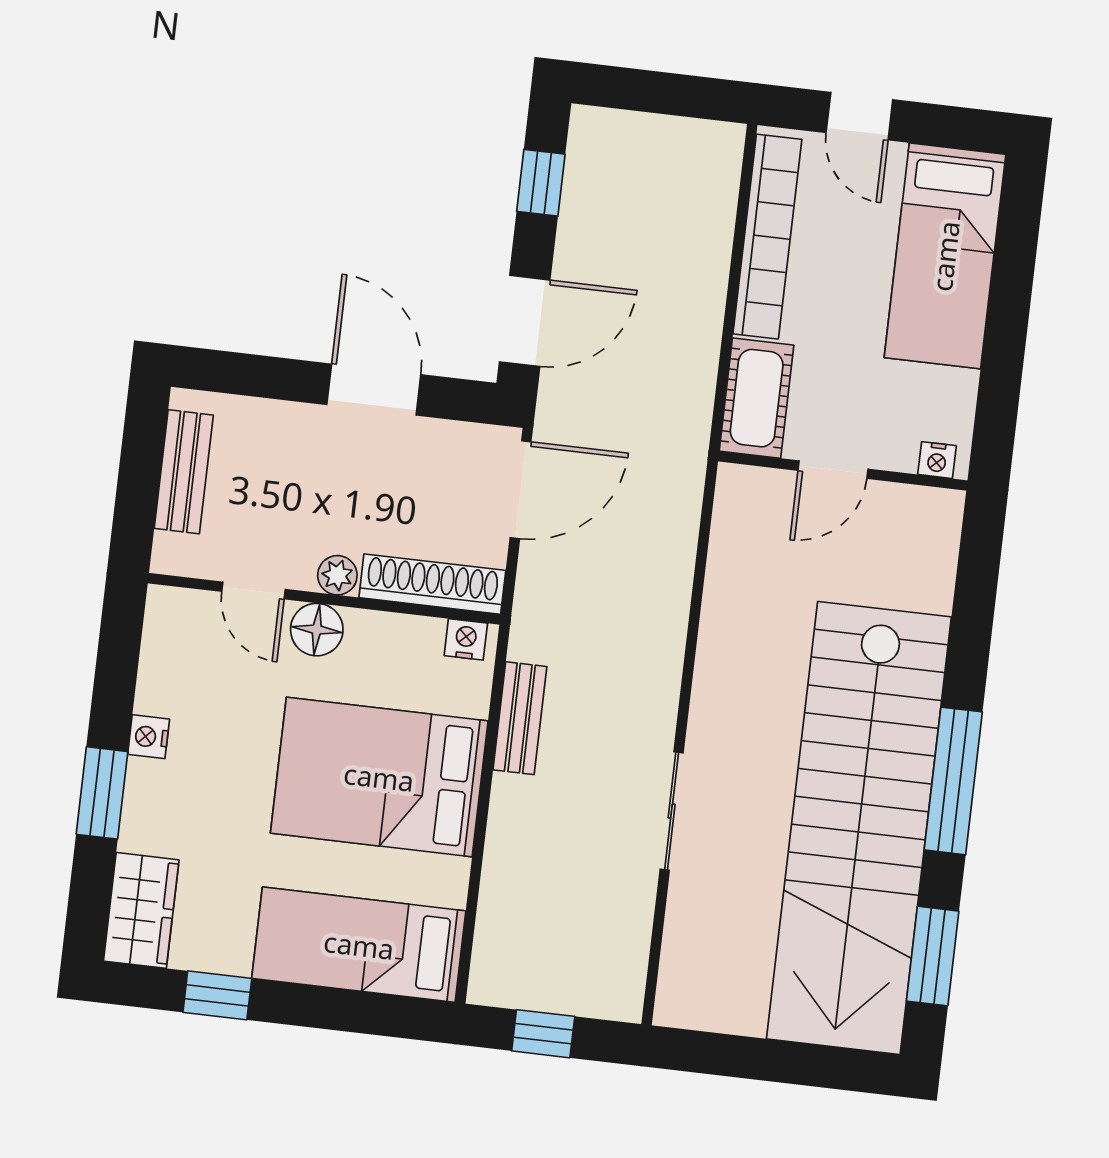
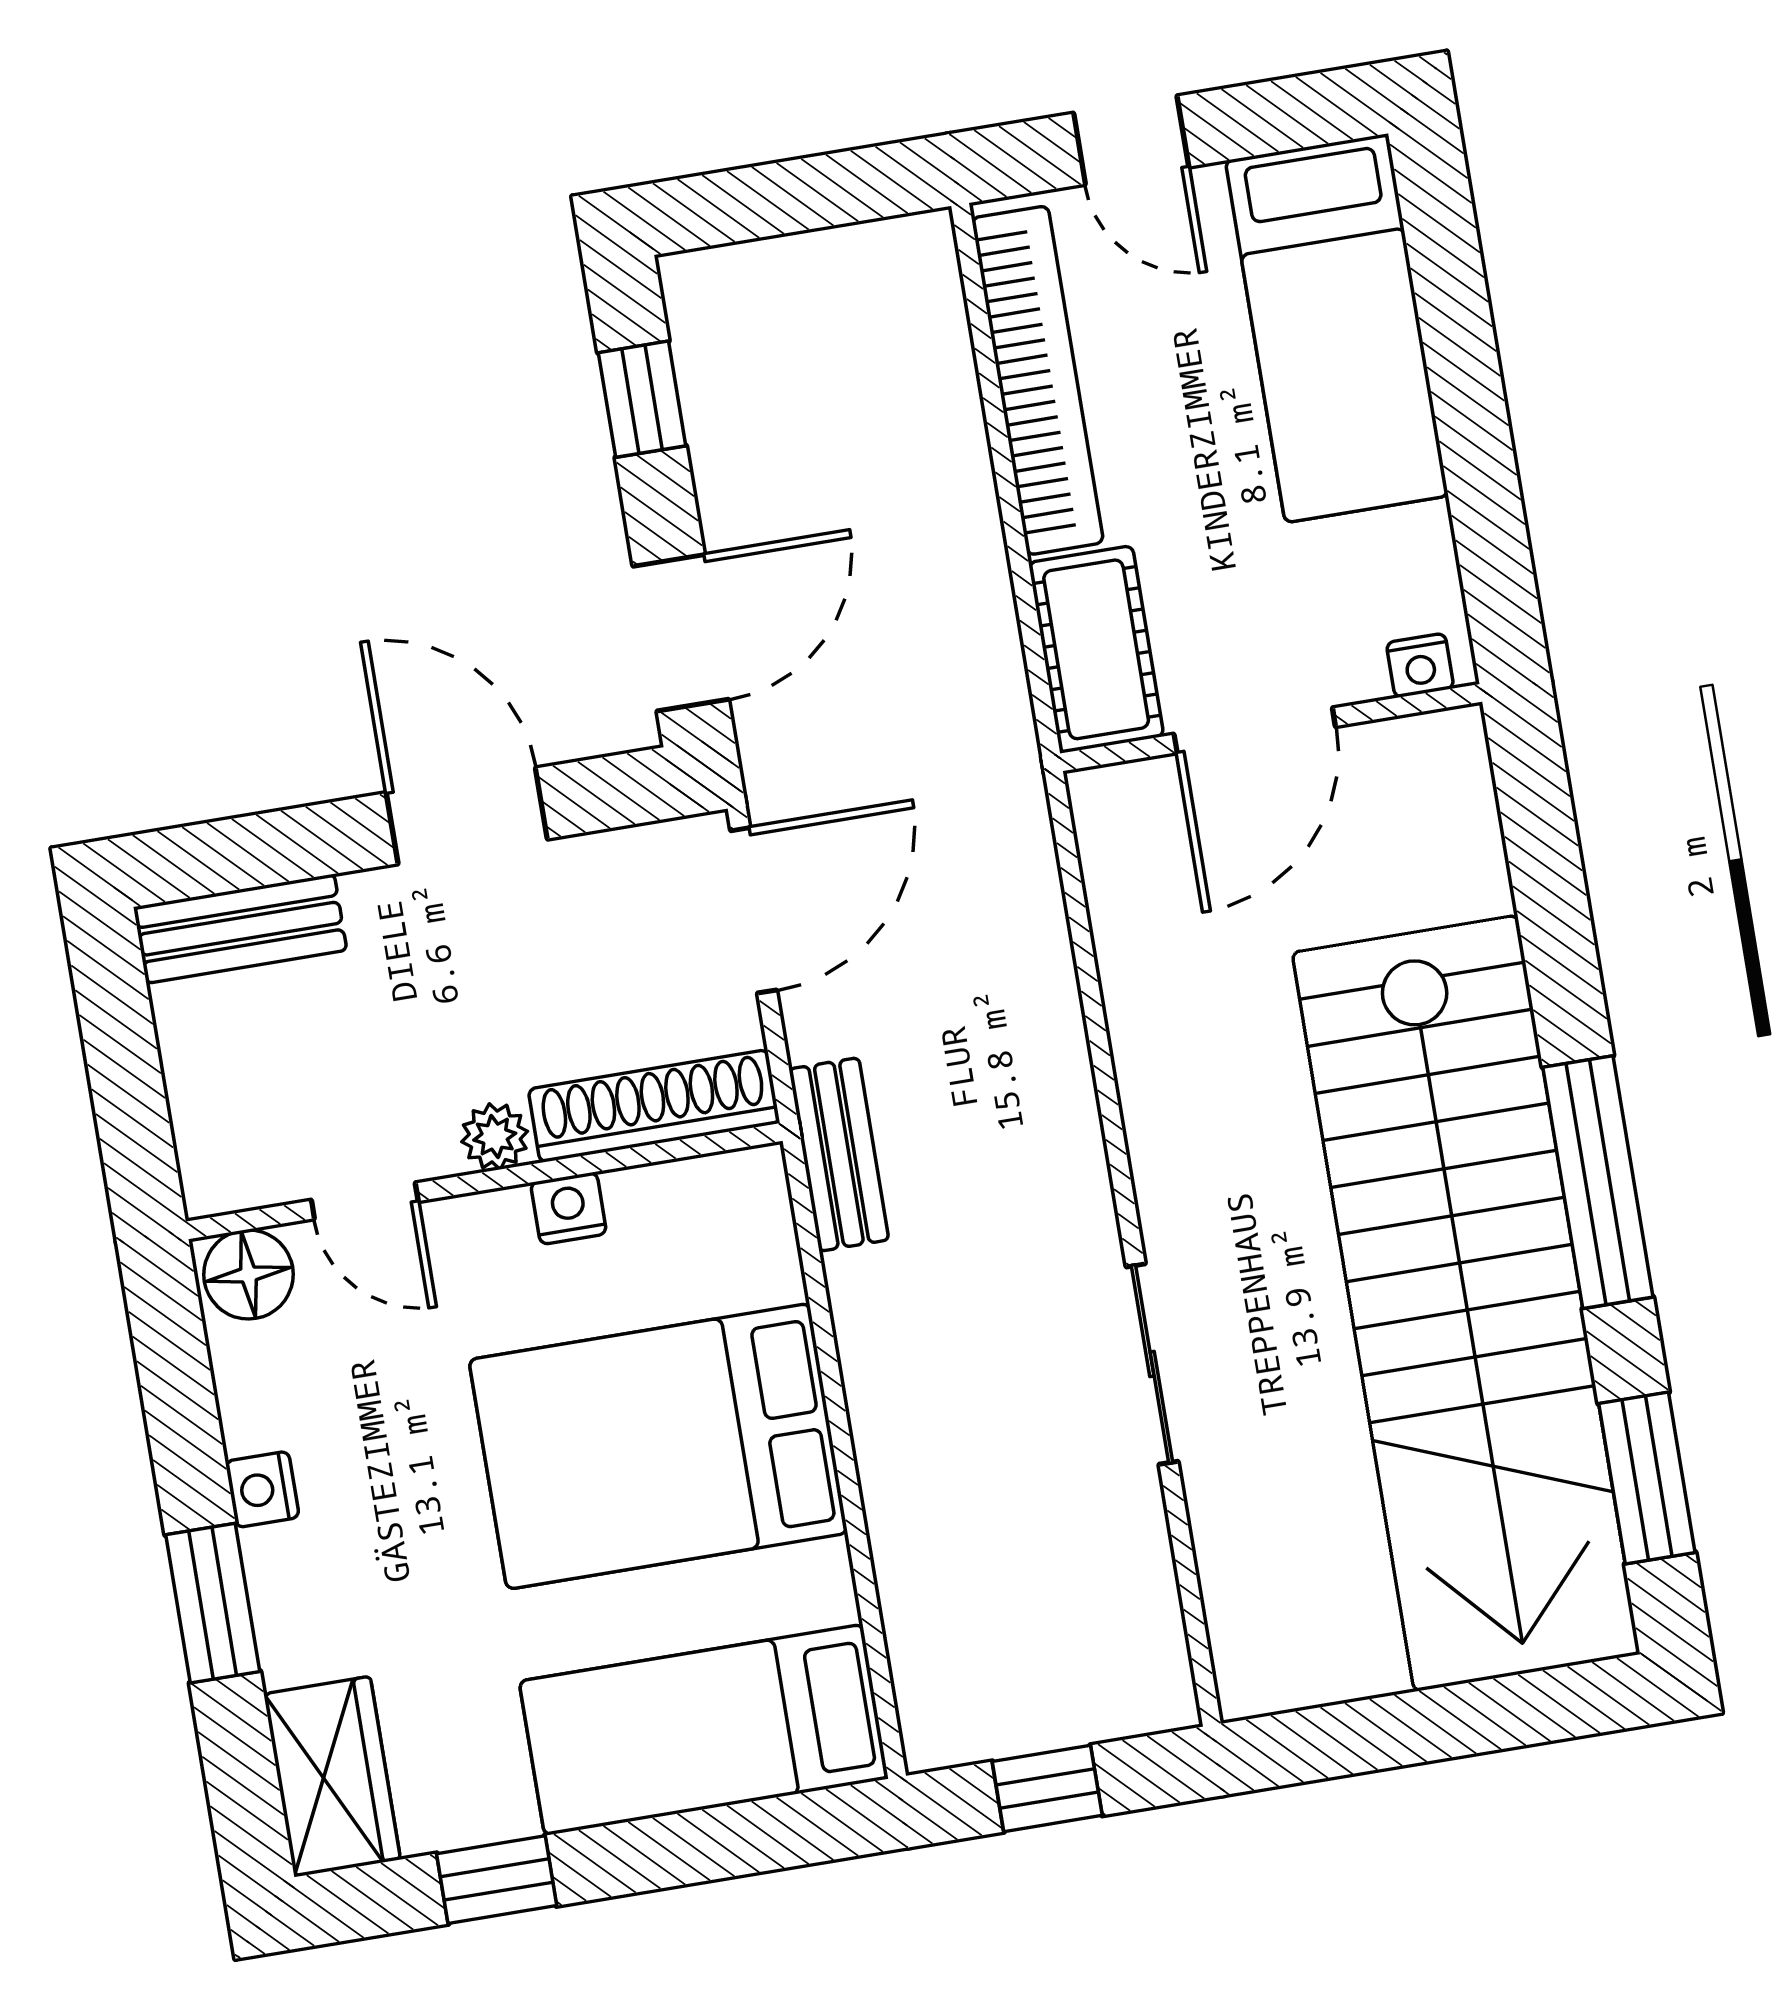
door: (833, 470) -> (1255, 730), width x1.38
bench: (184, 472) -> (240, 929), moved, turned 90
floor lamp: (317, 630) -> (248, 1274), moved
nightstand: (466, 639) -> (569, 1208), moved
bench: (520, 718) -> (839, 1154), moved

